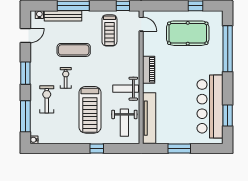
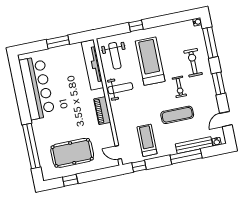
exercise bike: (47, 99) -> (193, 63), turned 180
window: (228, 115) -> (18, 83), removed
weight bench: (124, 123) -> (115, 56), turned 180

